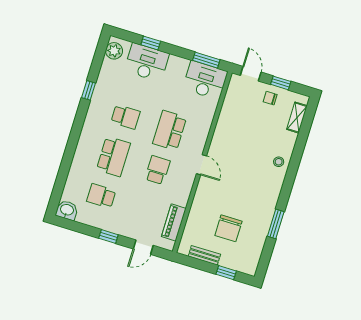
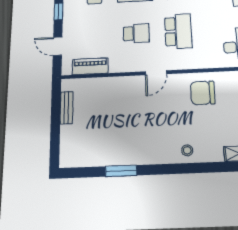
school desk: (170, 130) -> (178, 31), turned 90
chair: (228, 228) -> (203, 93), moved
window: (226, 273) -> (55, 136), removed

